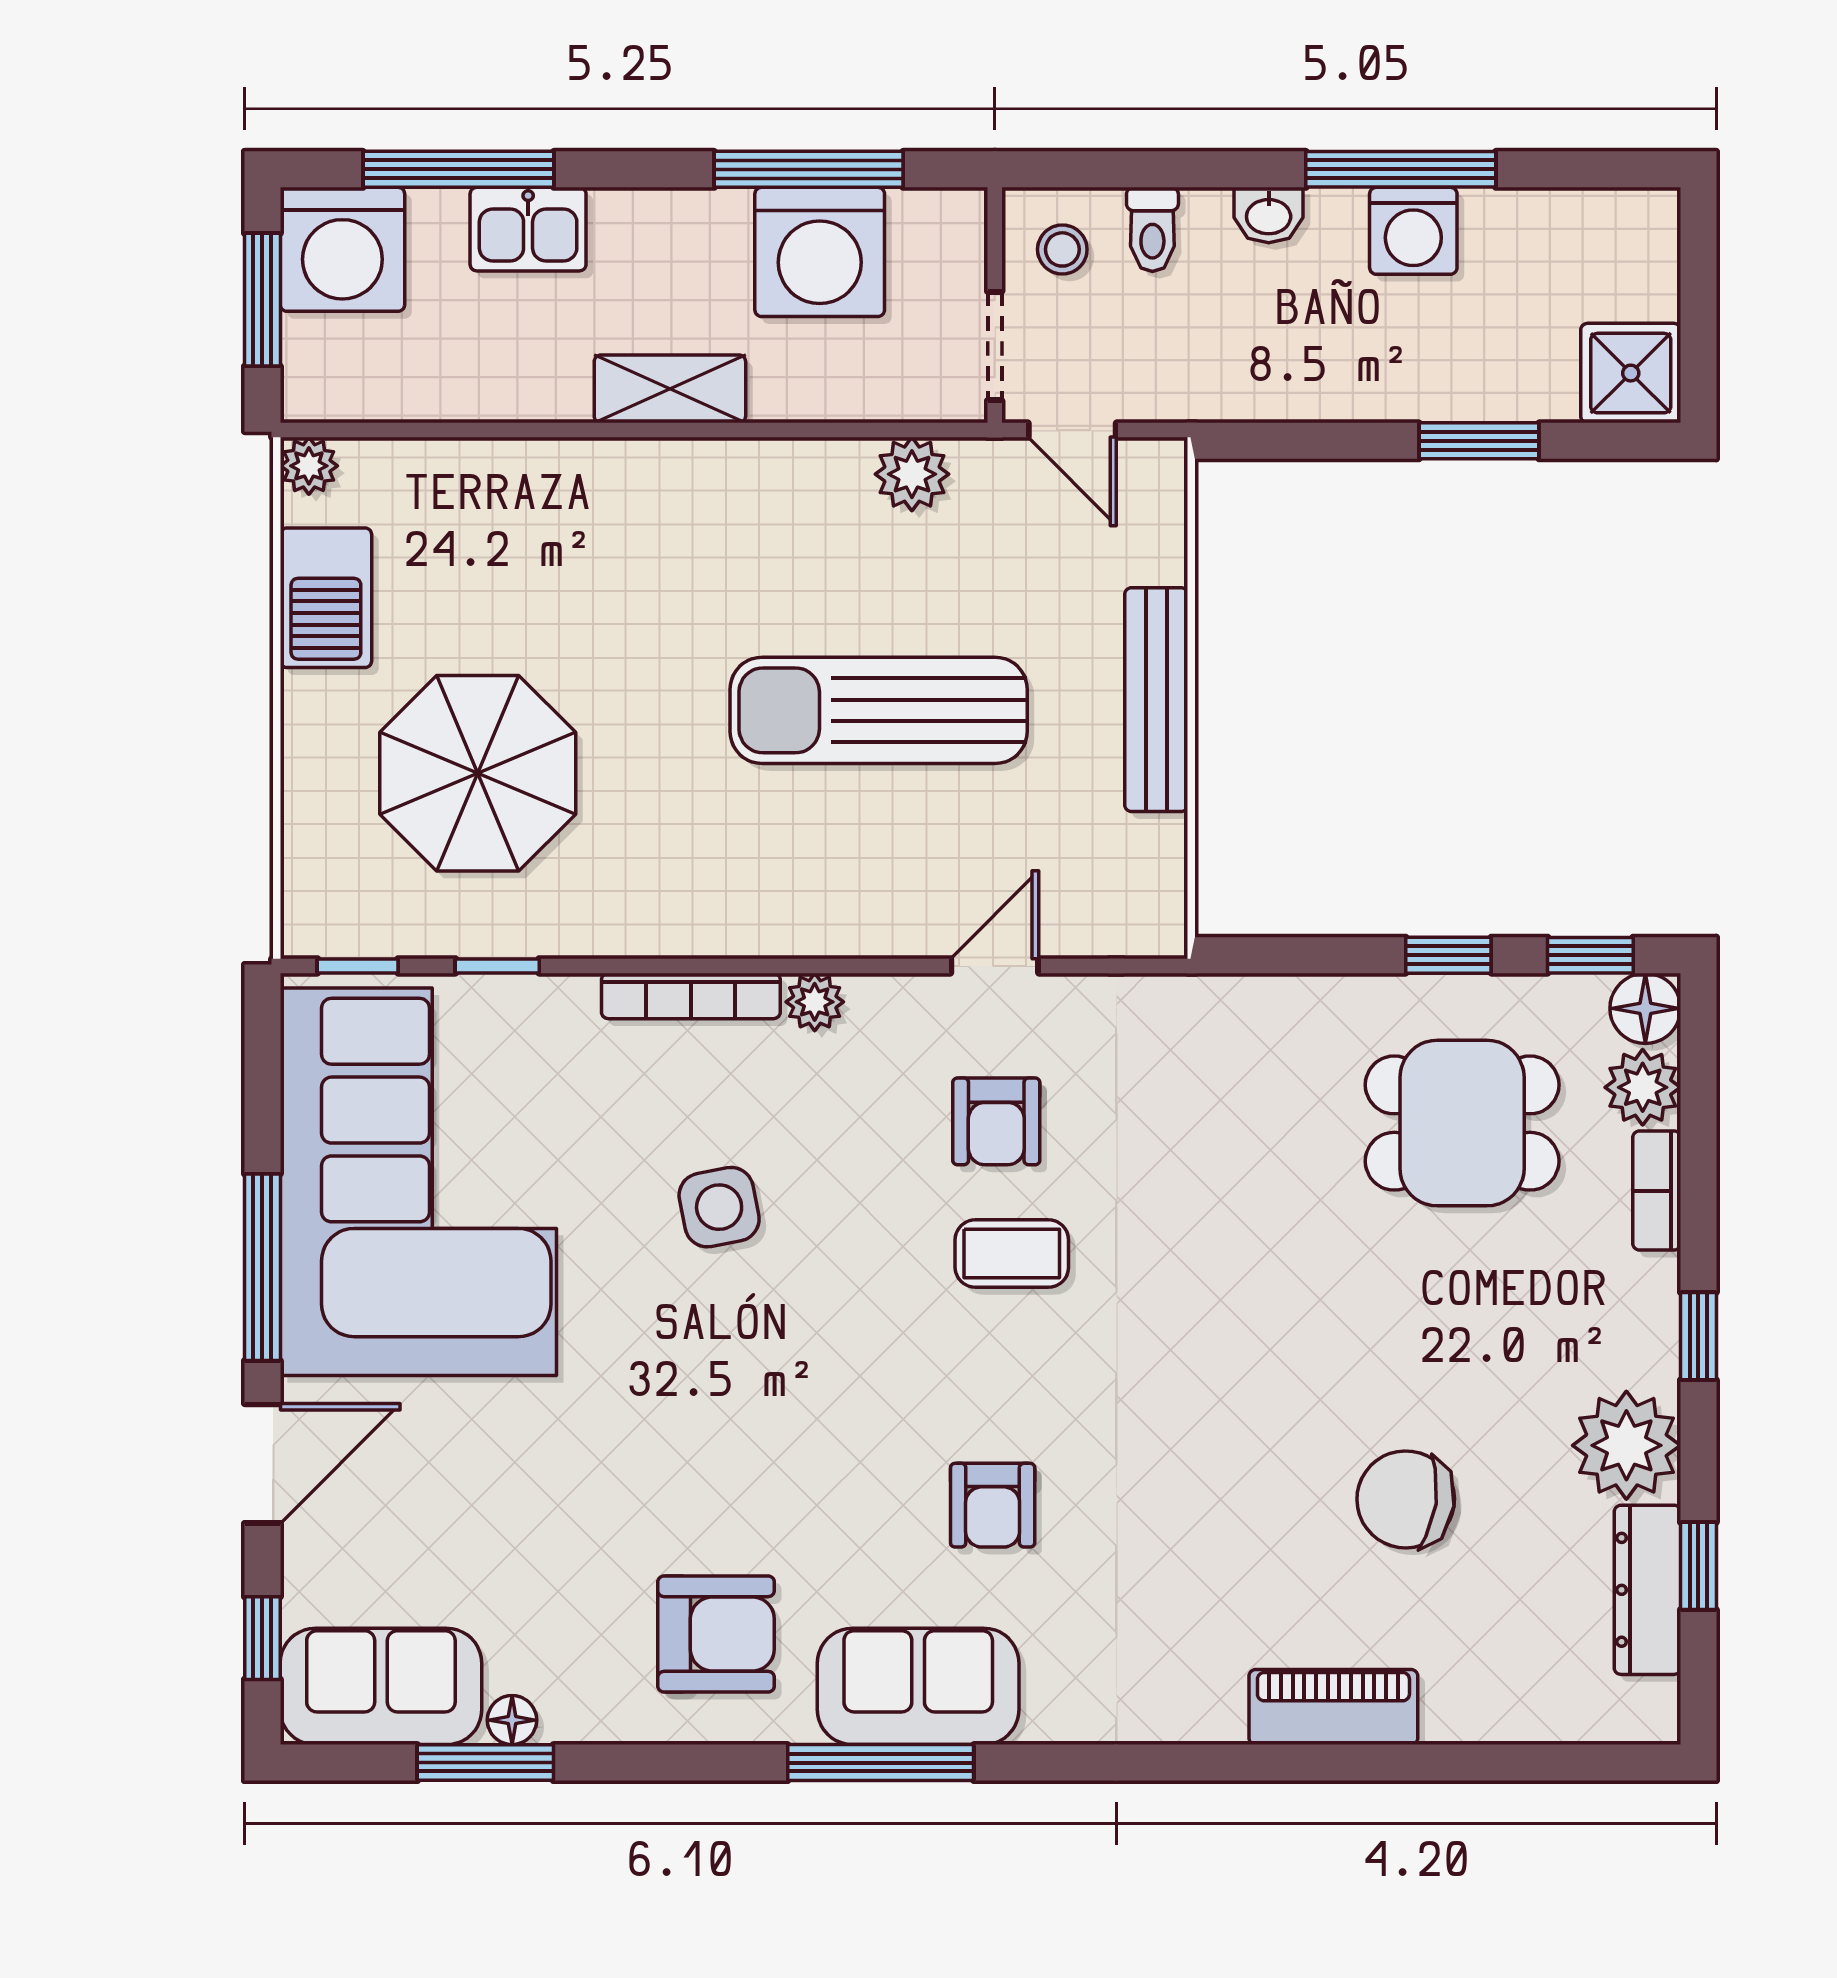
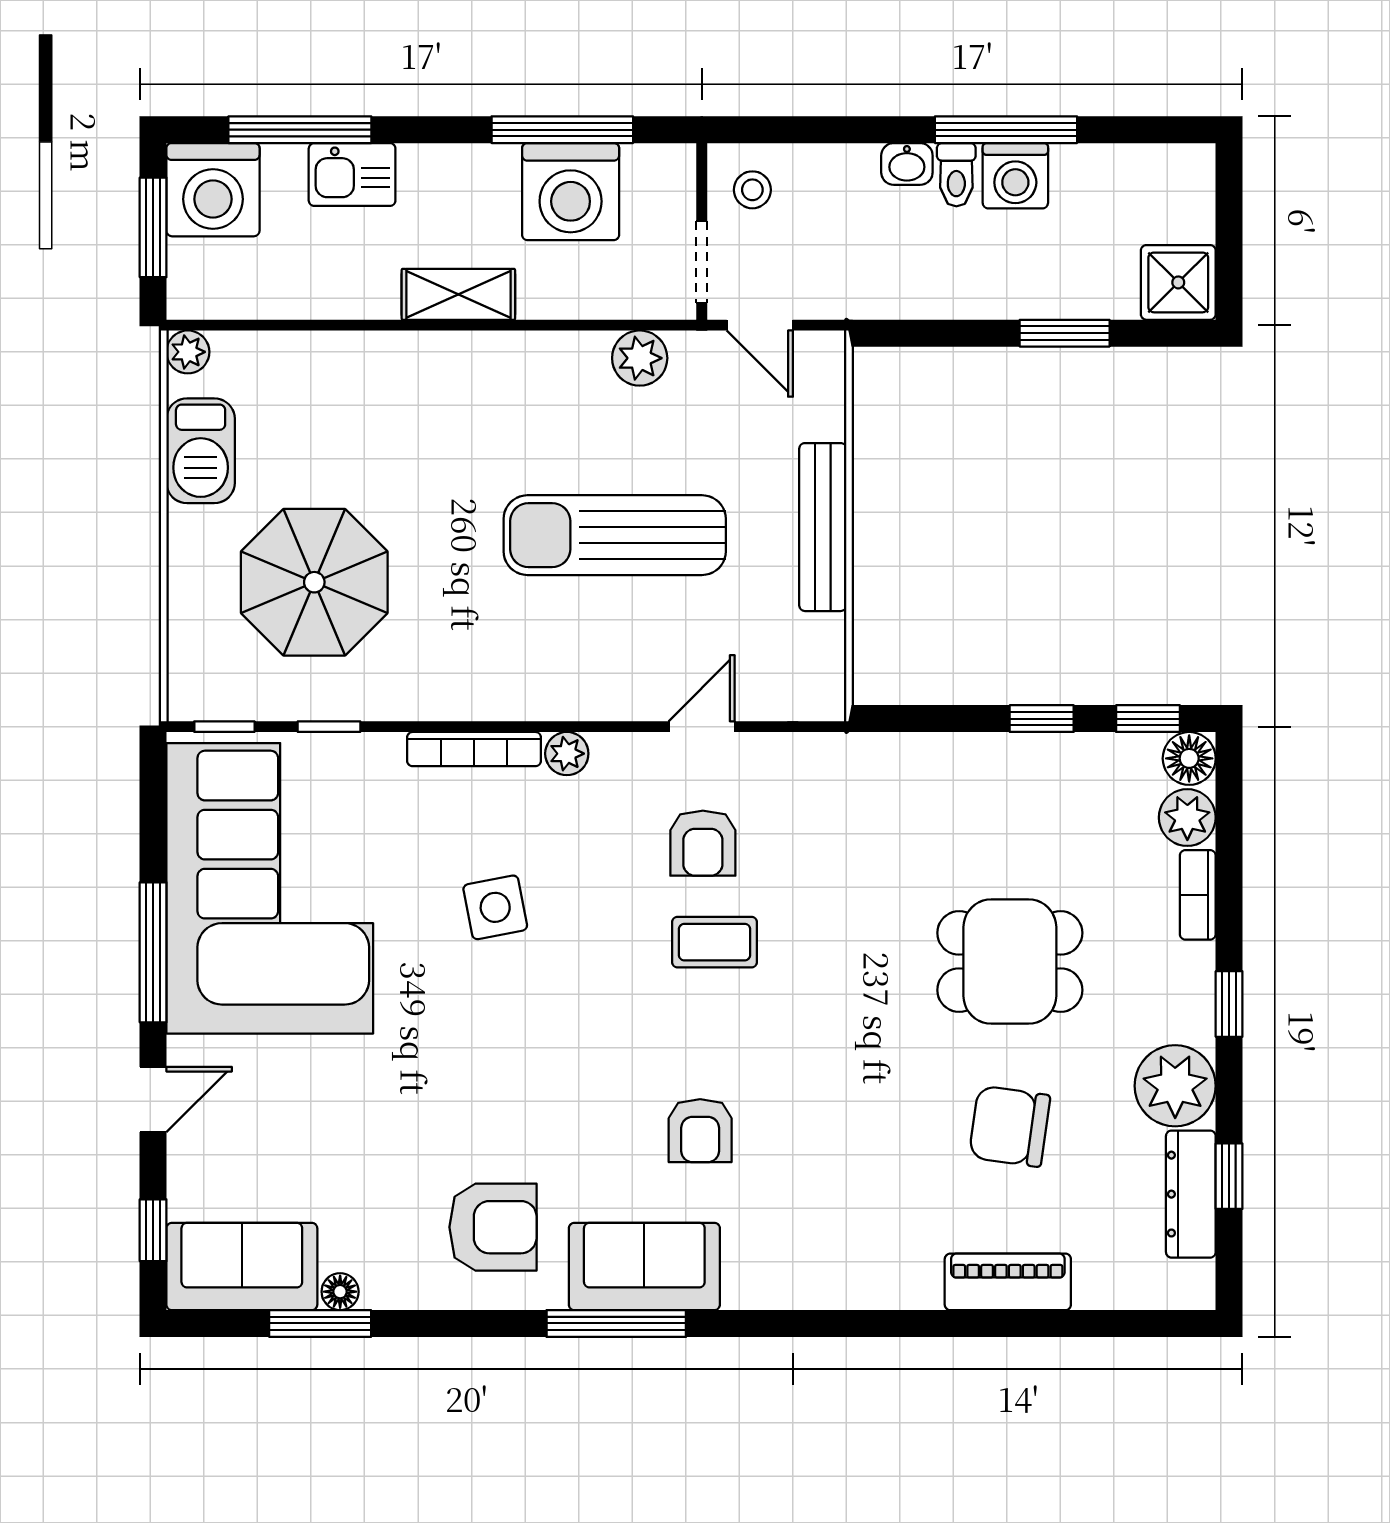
toilet: (1152, 229) -> (956, 175), moved
dining table: (1462, 1123) -> (1010, 962), moved
door: (262, 1464) -> (153, 1099), width x0.73
piano: (1333, 1707) -> (1008, 1282), moved

